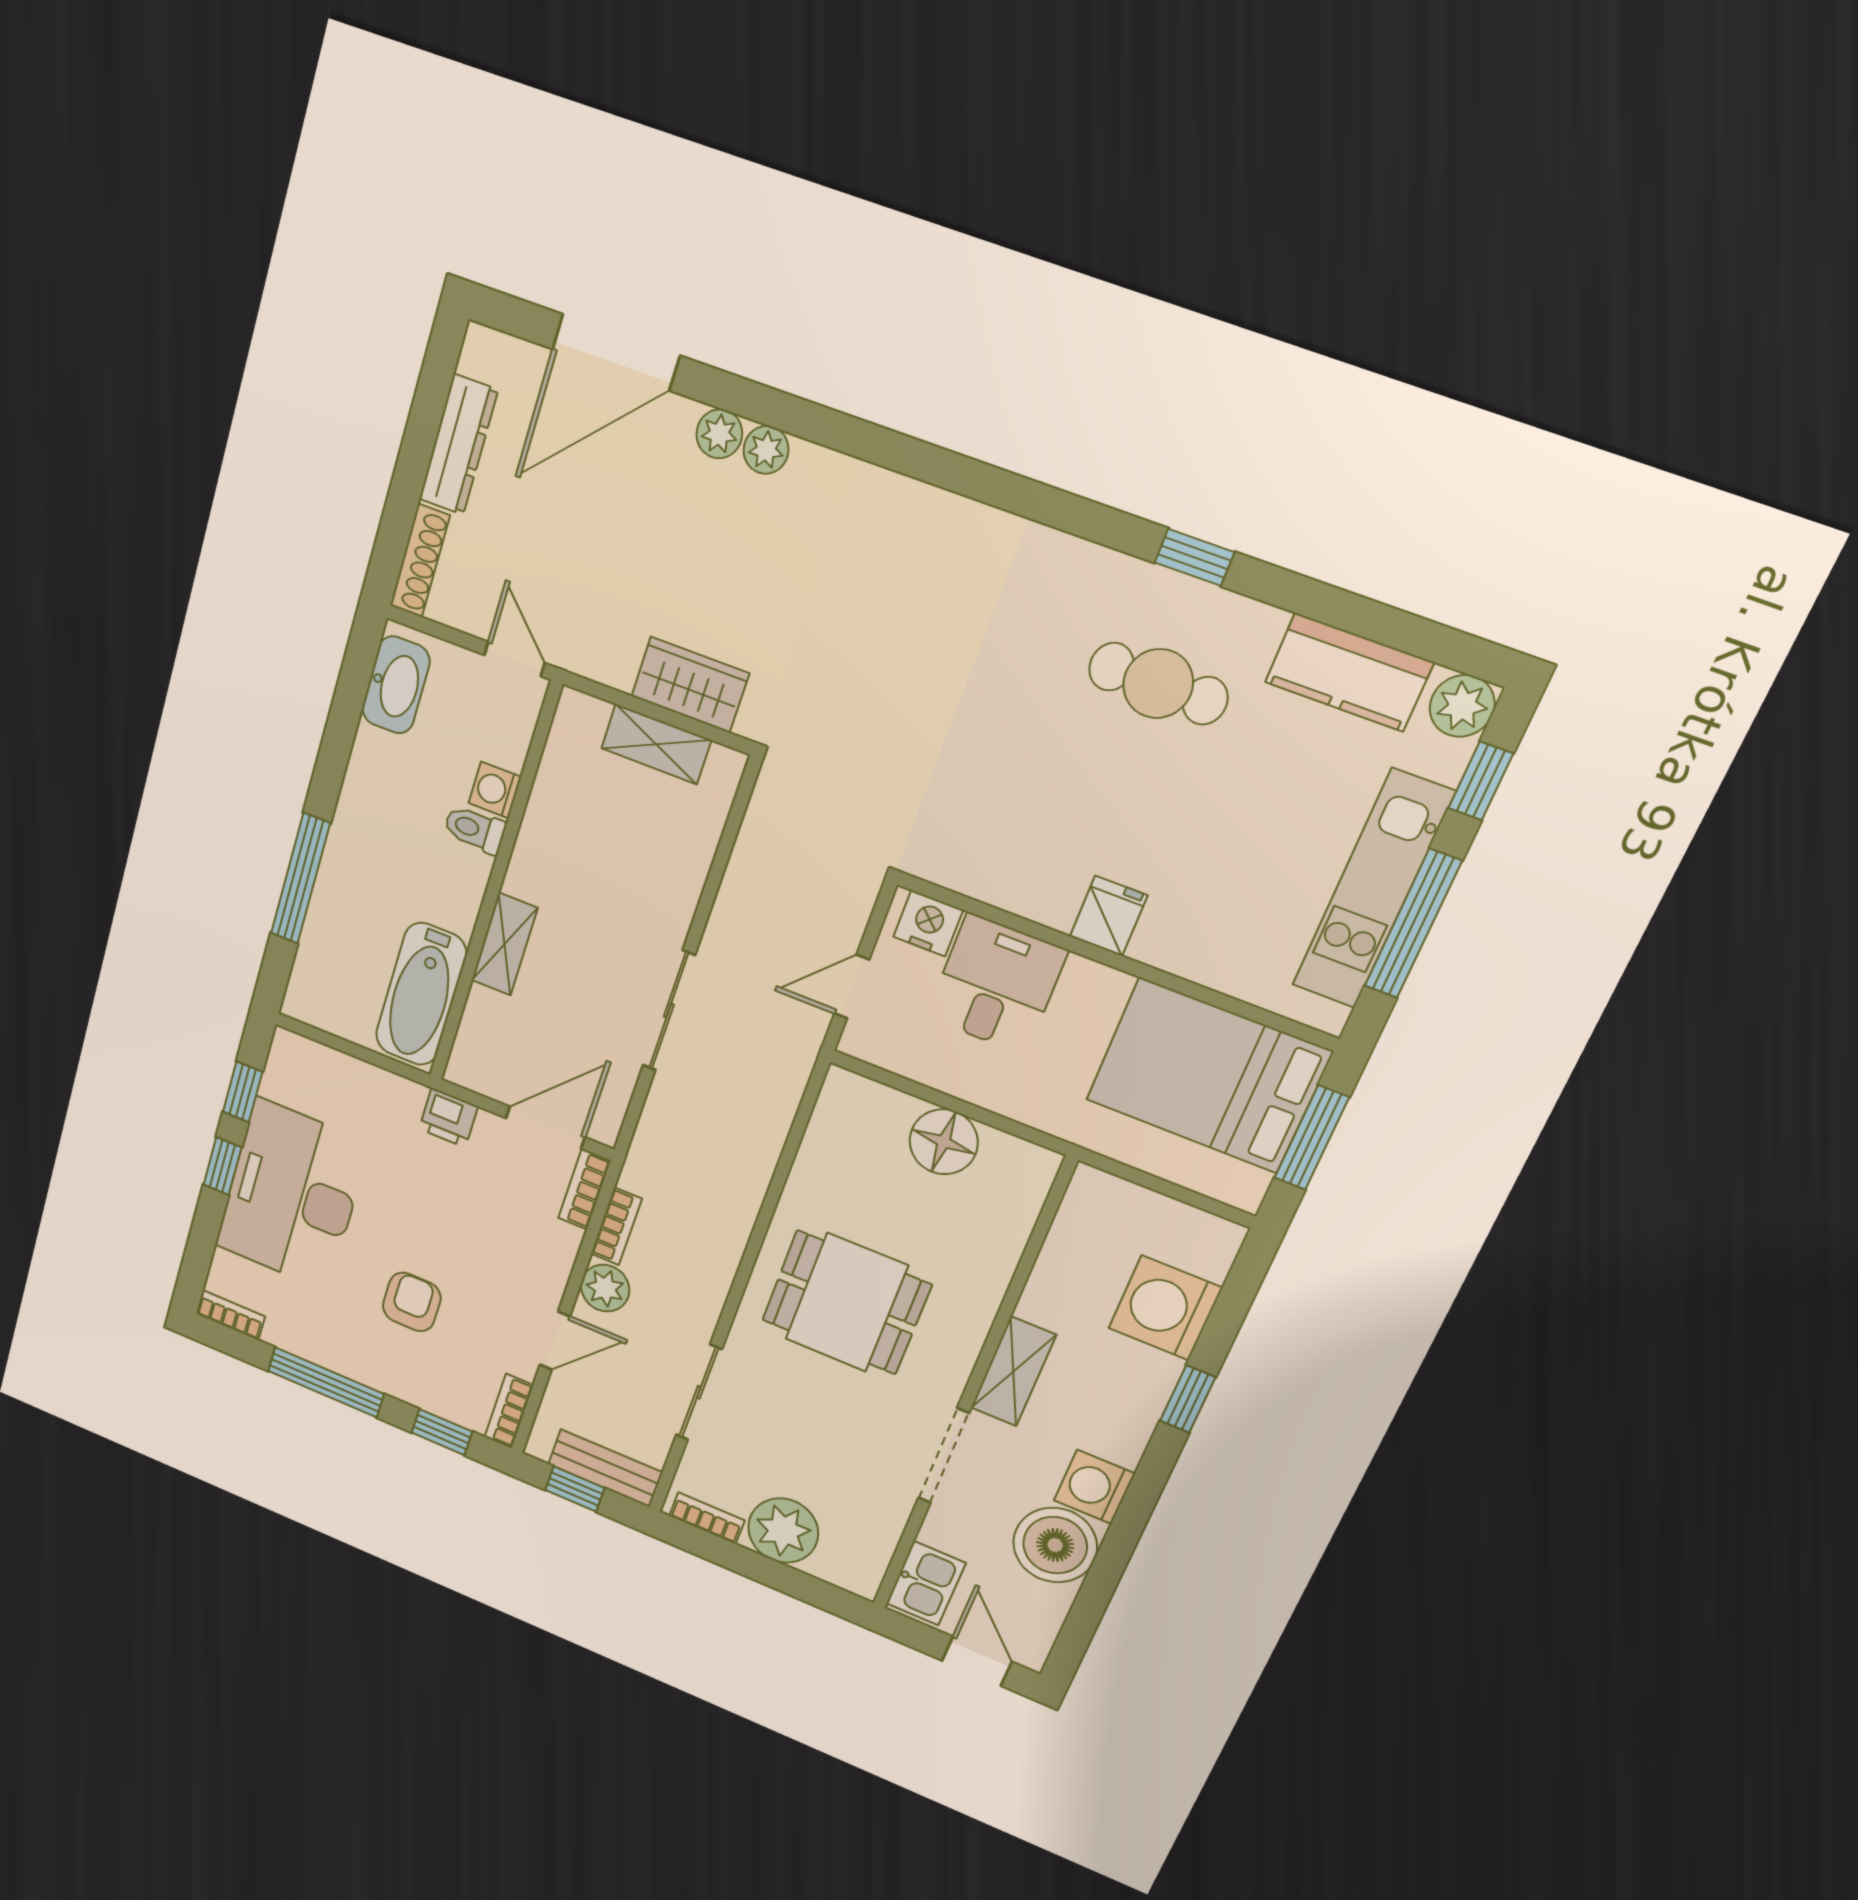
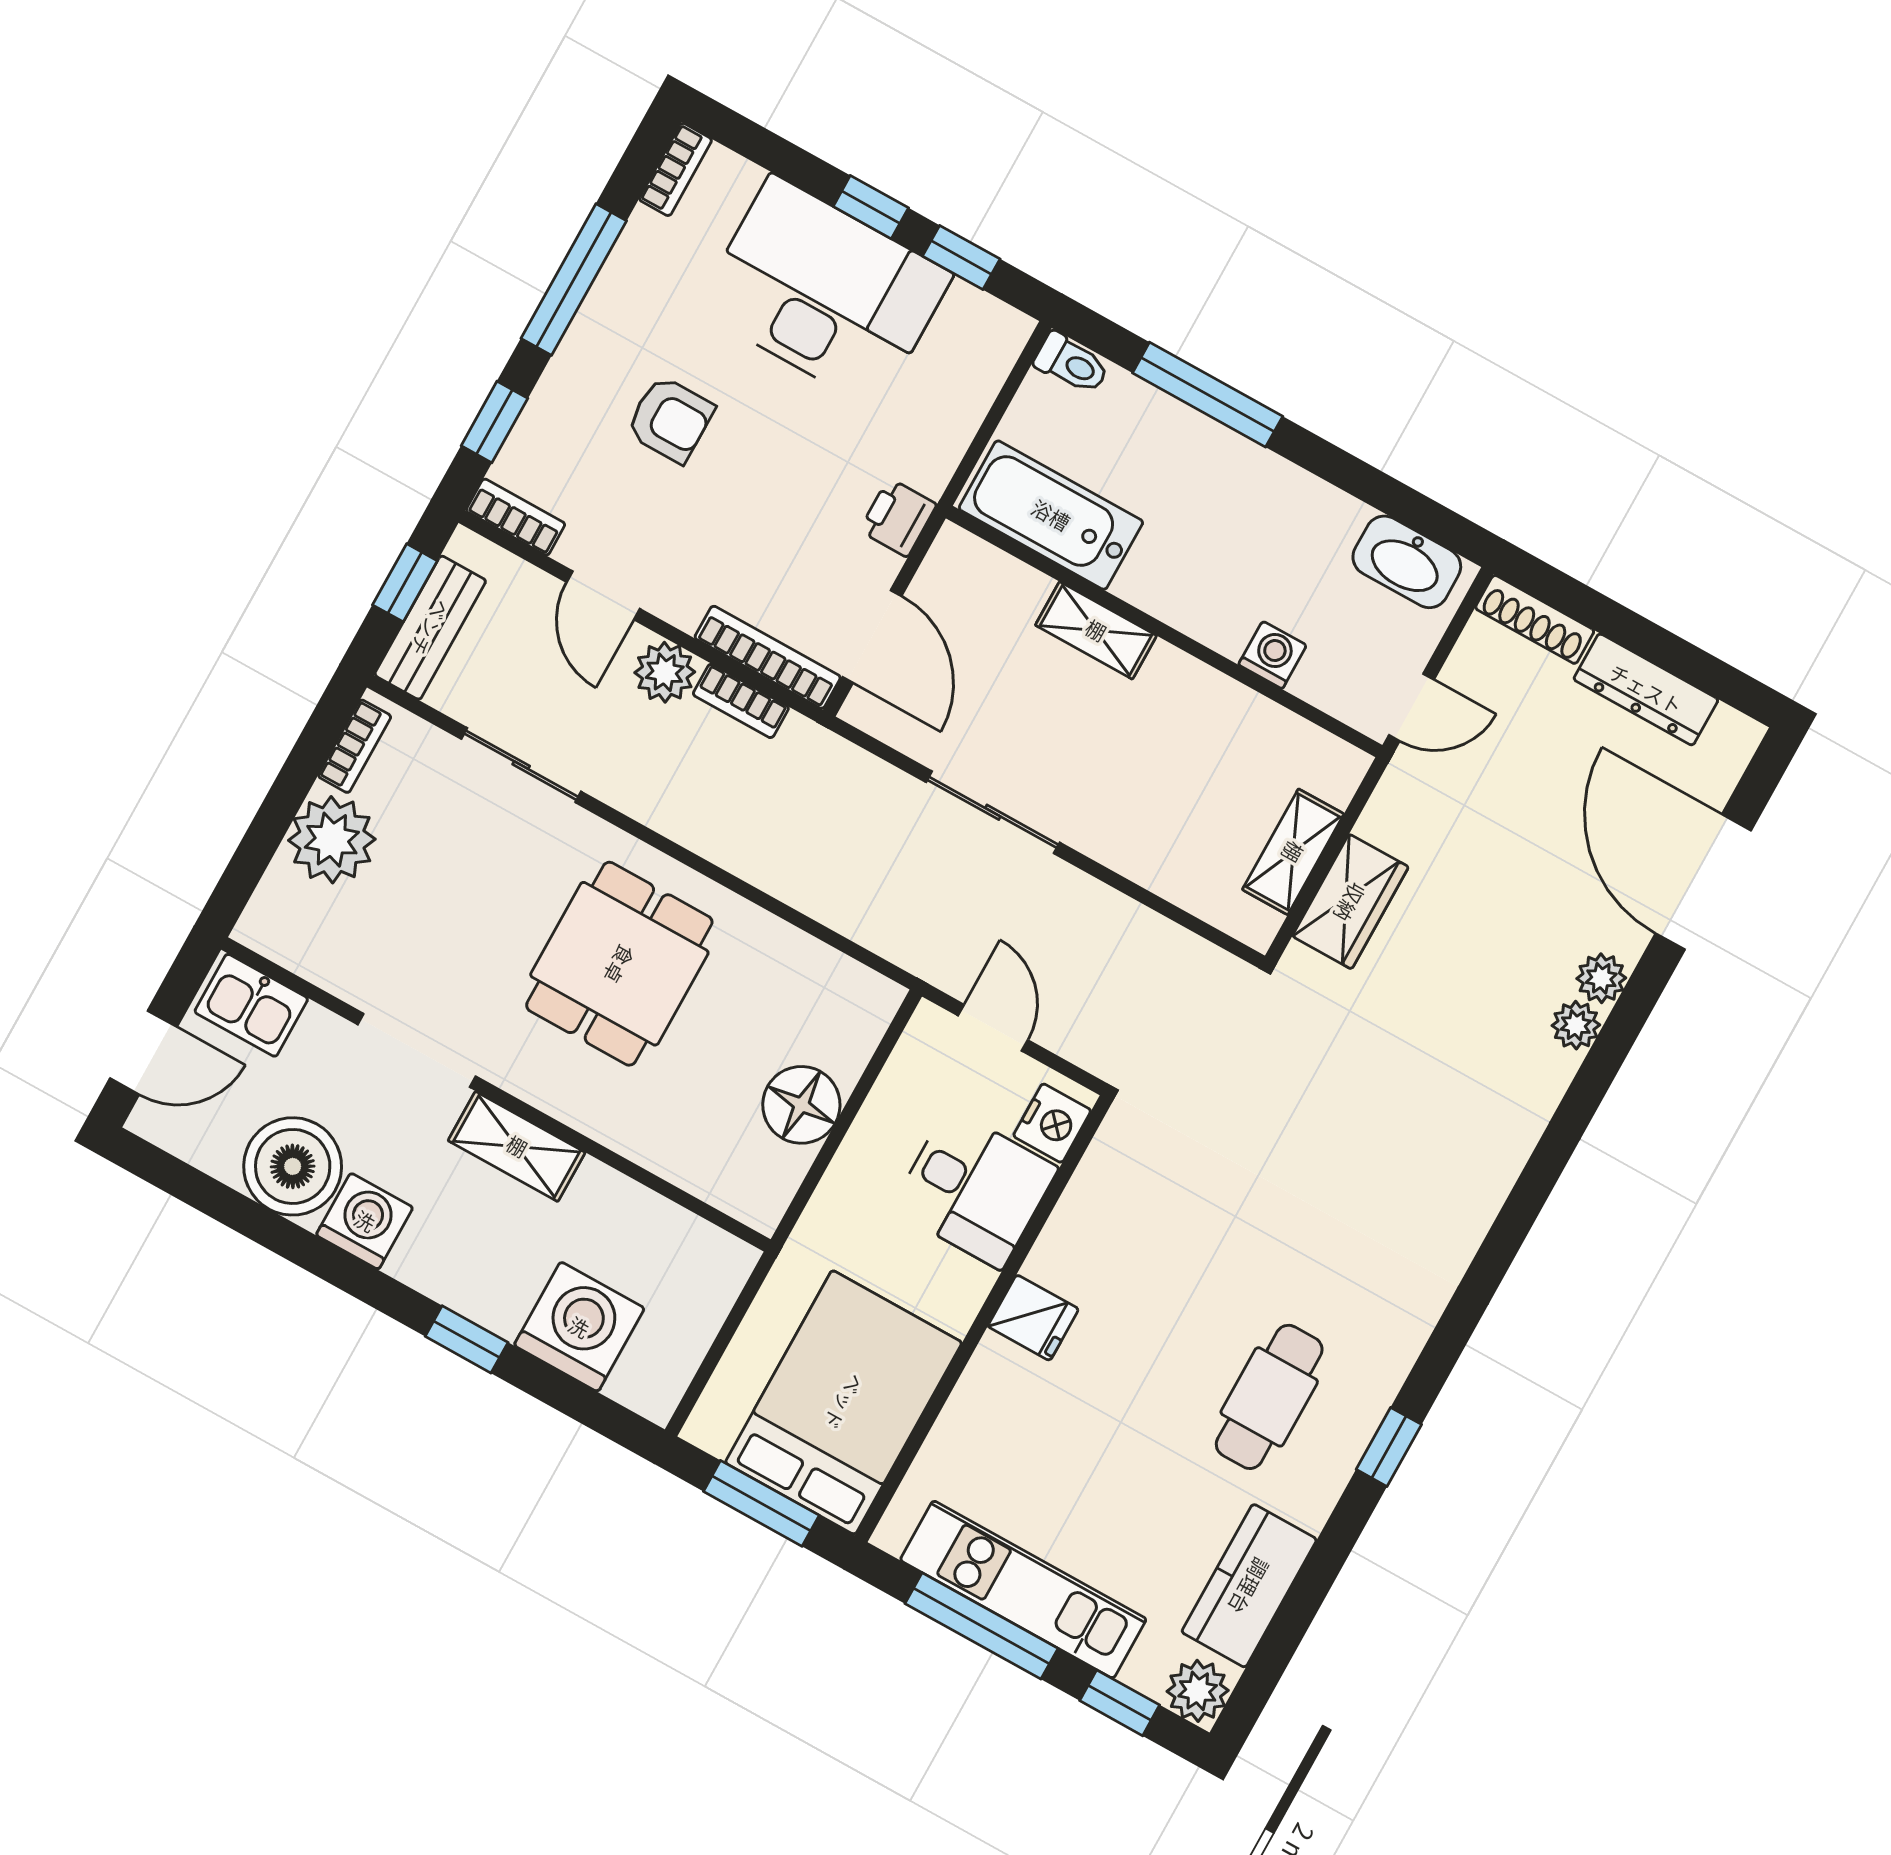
toilet: (475, 829) -> (1072, 364), moved, turned 90
bookcase: (584, 1189) -> (768, 657), width x1.56

